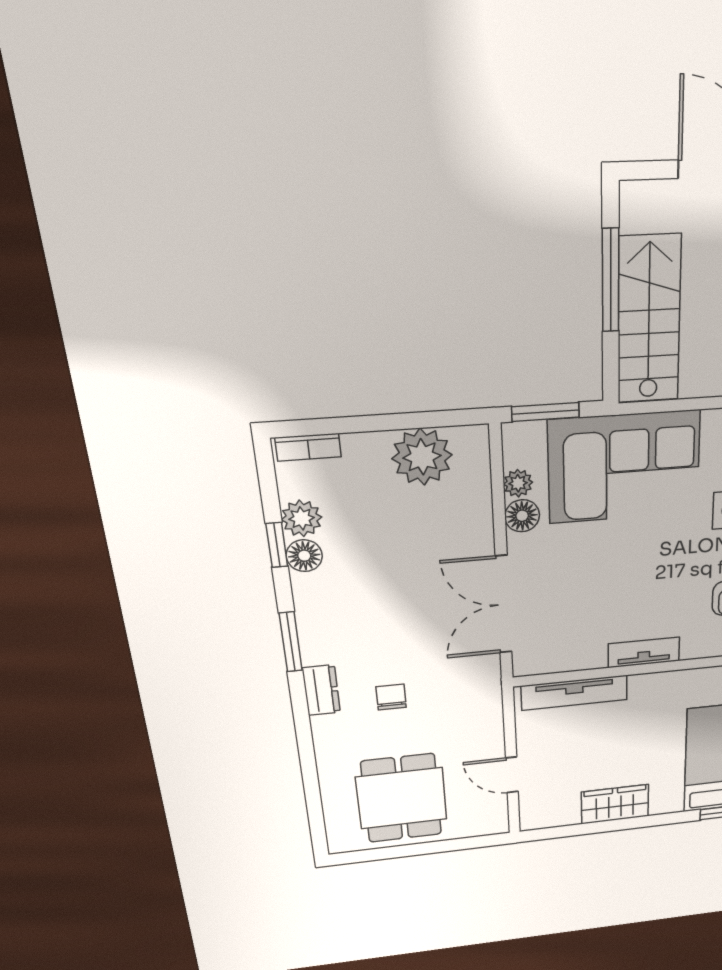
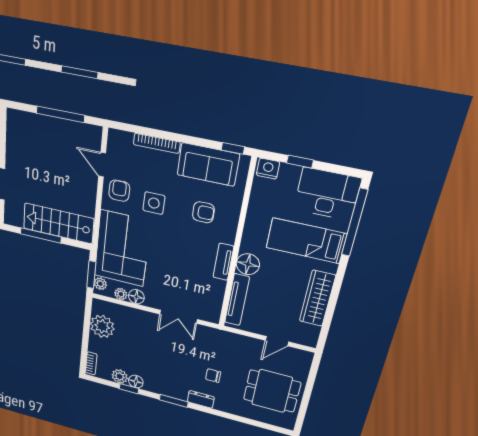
plant: (529, 435) -> (100, 284), added
double door: (504, 605) -> (178, 317), width x0.73
floor lamp: (650, 691) -> (248, 264), added
wardrobe: (615, 804) -> (317, 298), width x1.50

